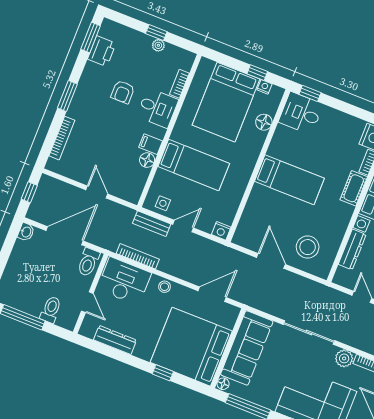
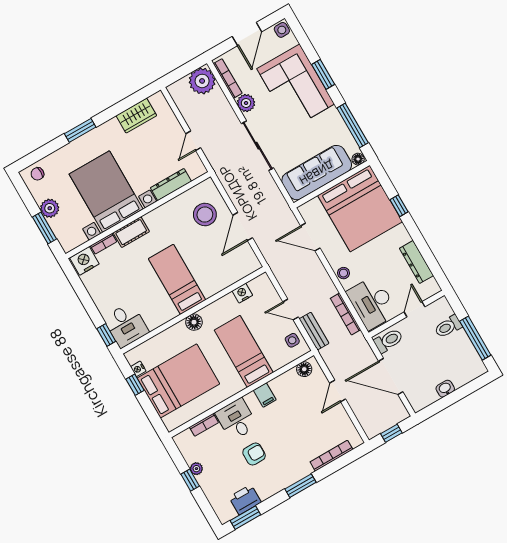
floor lamp: (264, 122) -> (194, 322), moved
floor lamp: (147, 160) -> (304, 369), moved
nightstand: (221, 231) -> (242, 293), moved, turned -90
washbasin: (26, 232) -> (445, 389), moved

